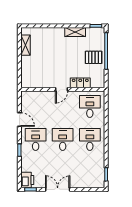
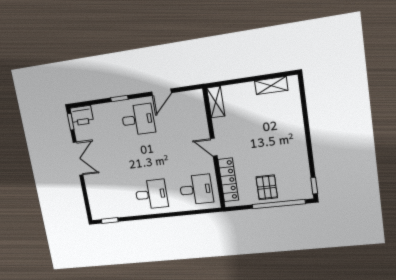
shelving: (75, 32) -> (216, 102), moved
locker: (80, 83) -> (228, 180), width x1.53
desk: (63, 139) -> (145, 157), removed

